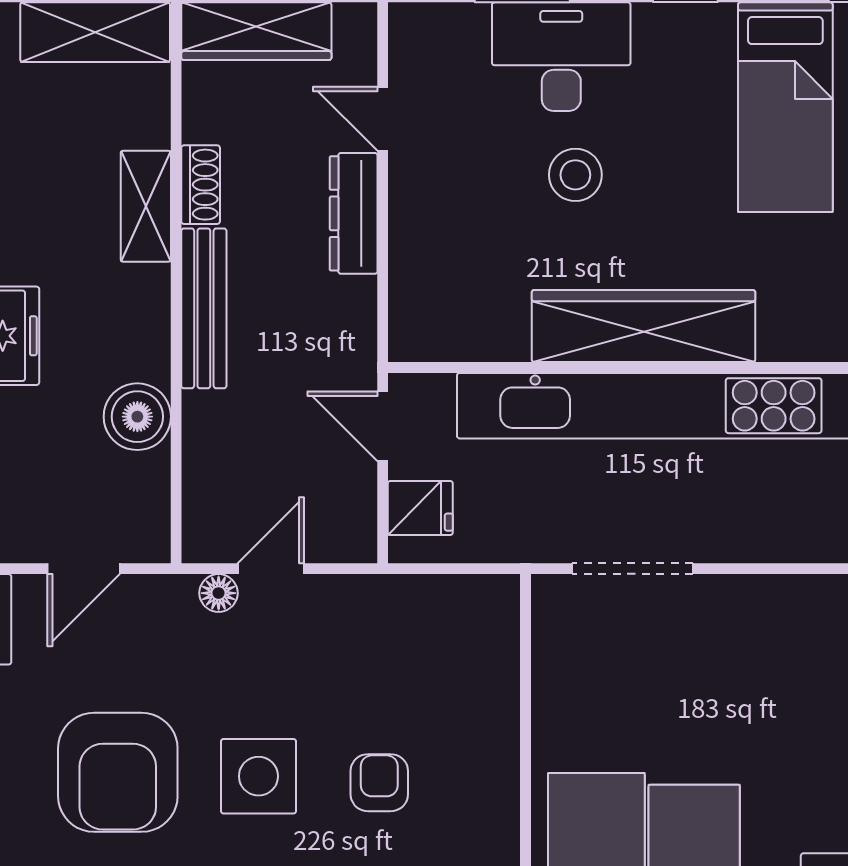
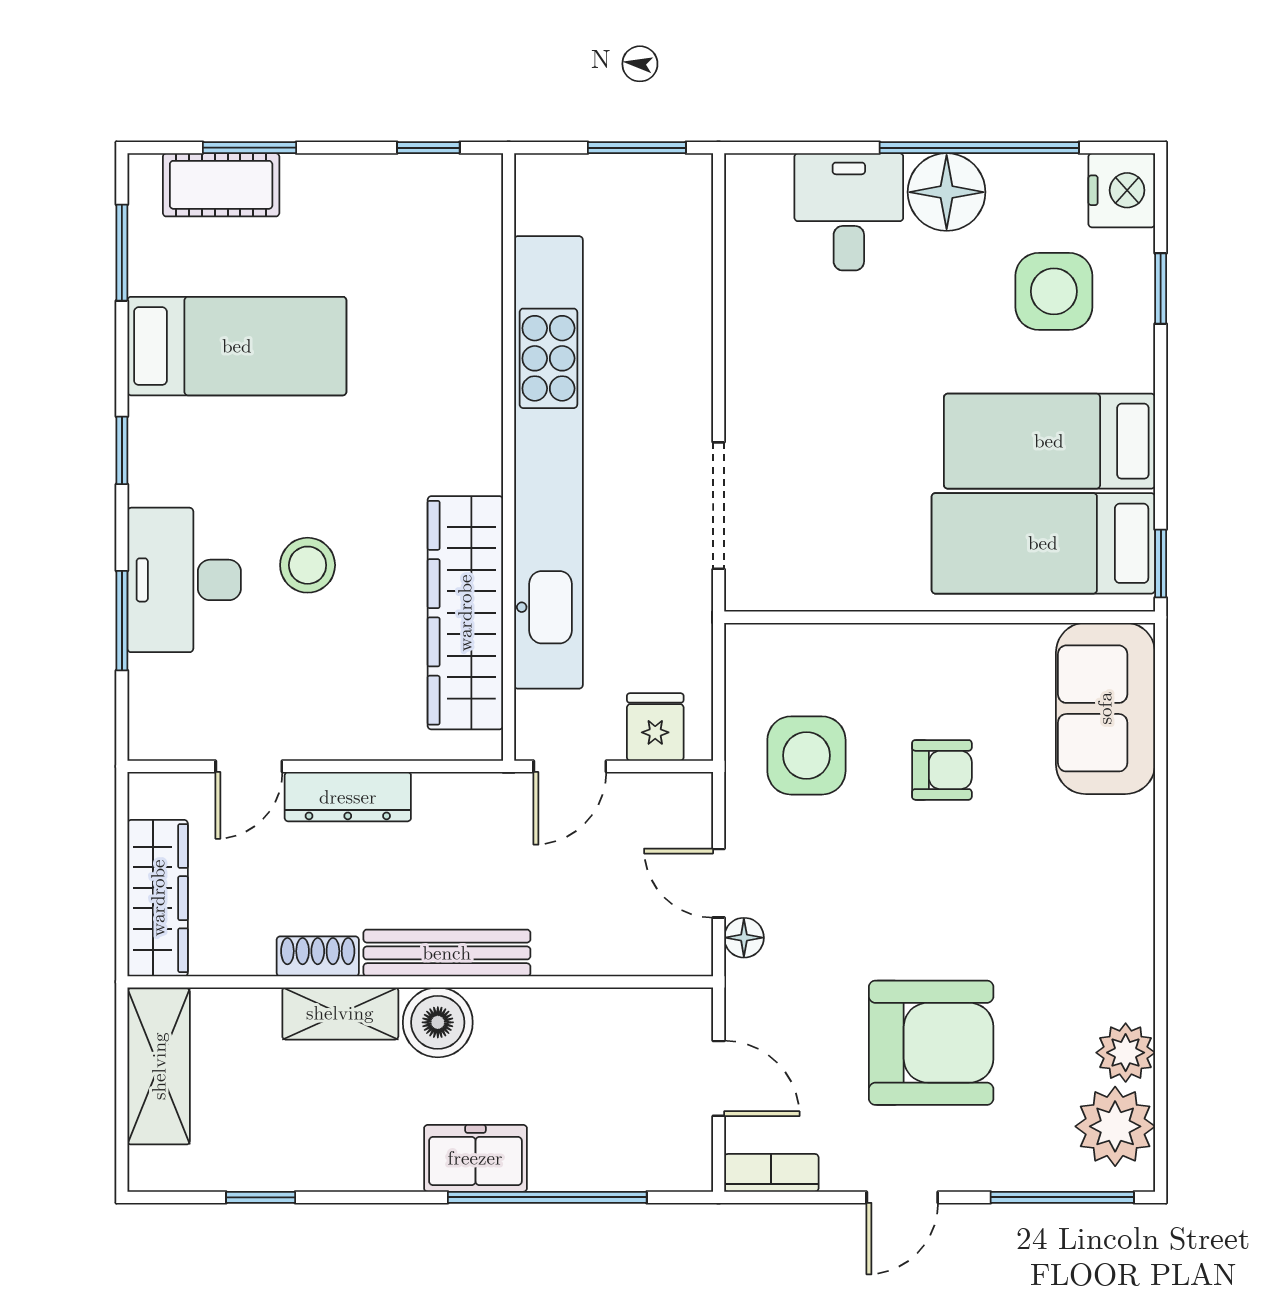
wardrobe: (643, 326) -> (465, 613), moved
boiler: (137, 417) -> (438, 1022), moved
side table: (258, 776) -> (806, 755), moved
armchair: (379, 783) -> (942, 770), turned 180

